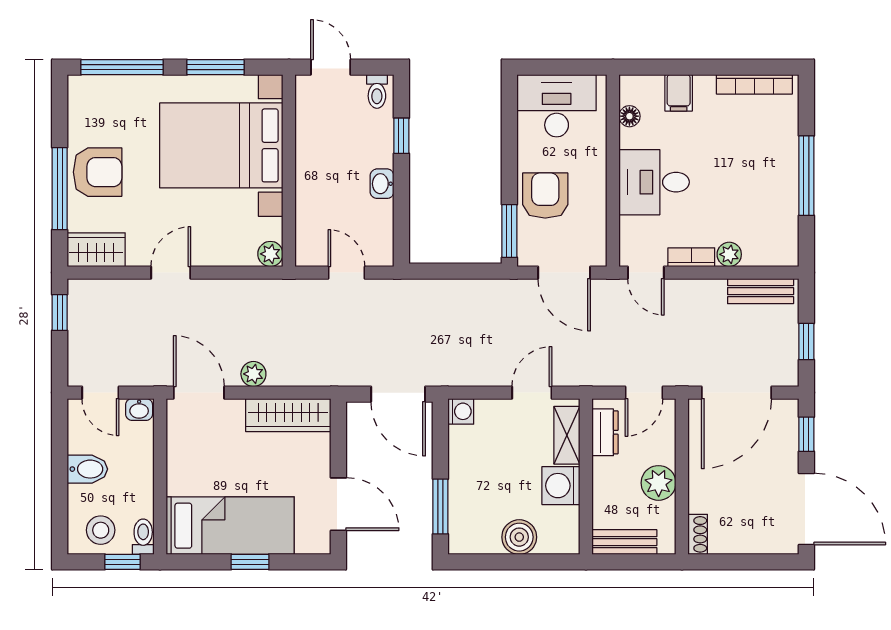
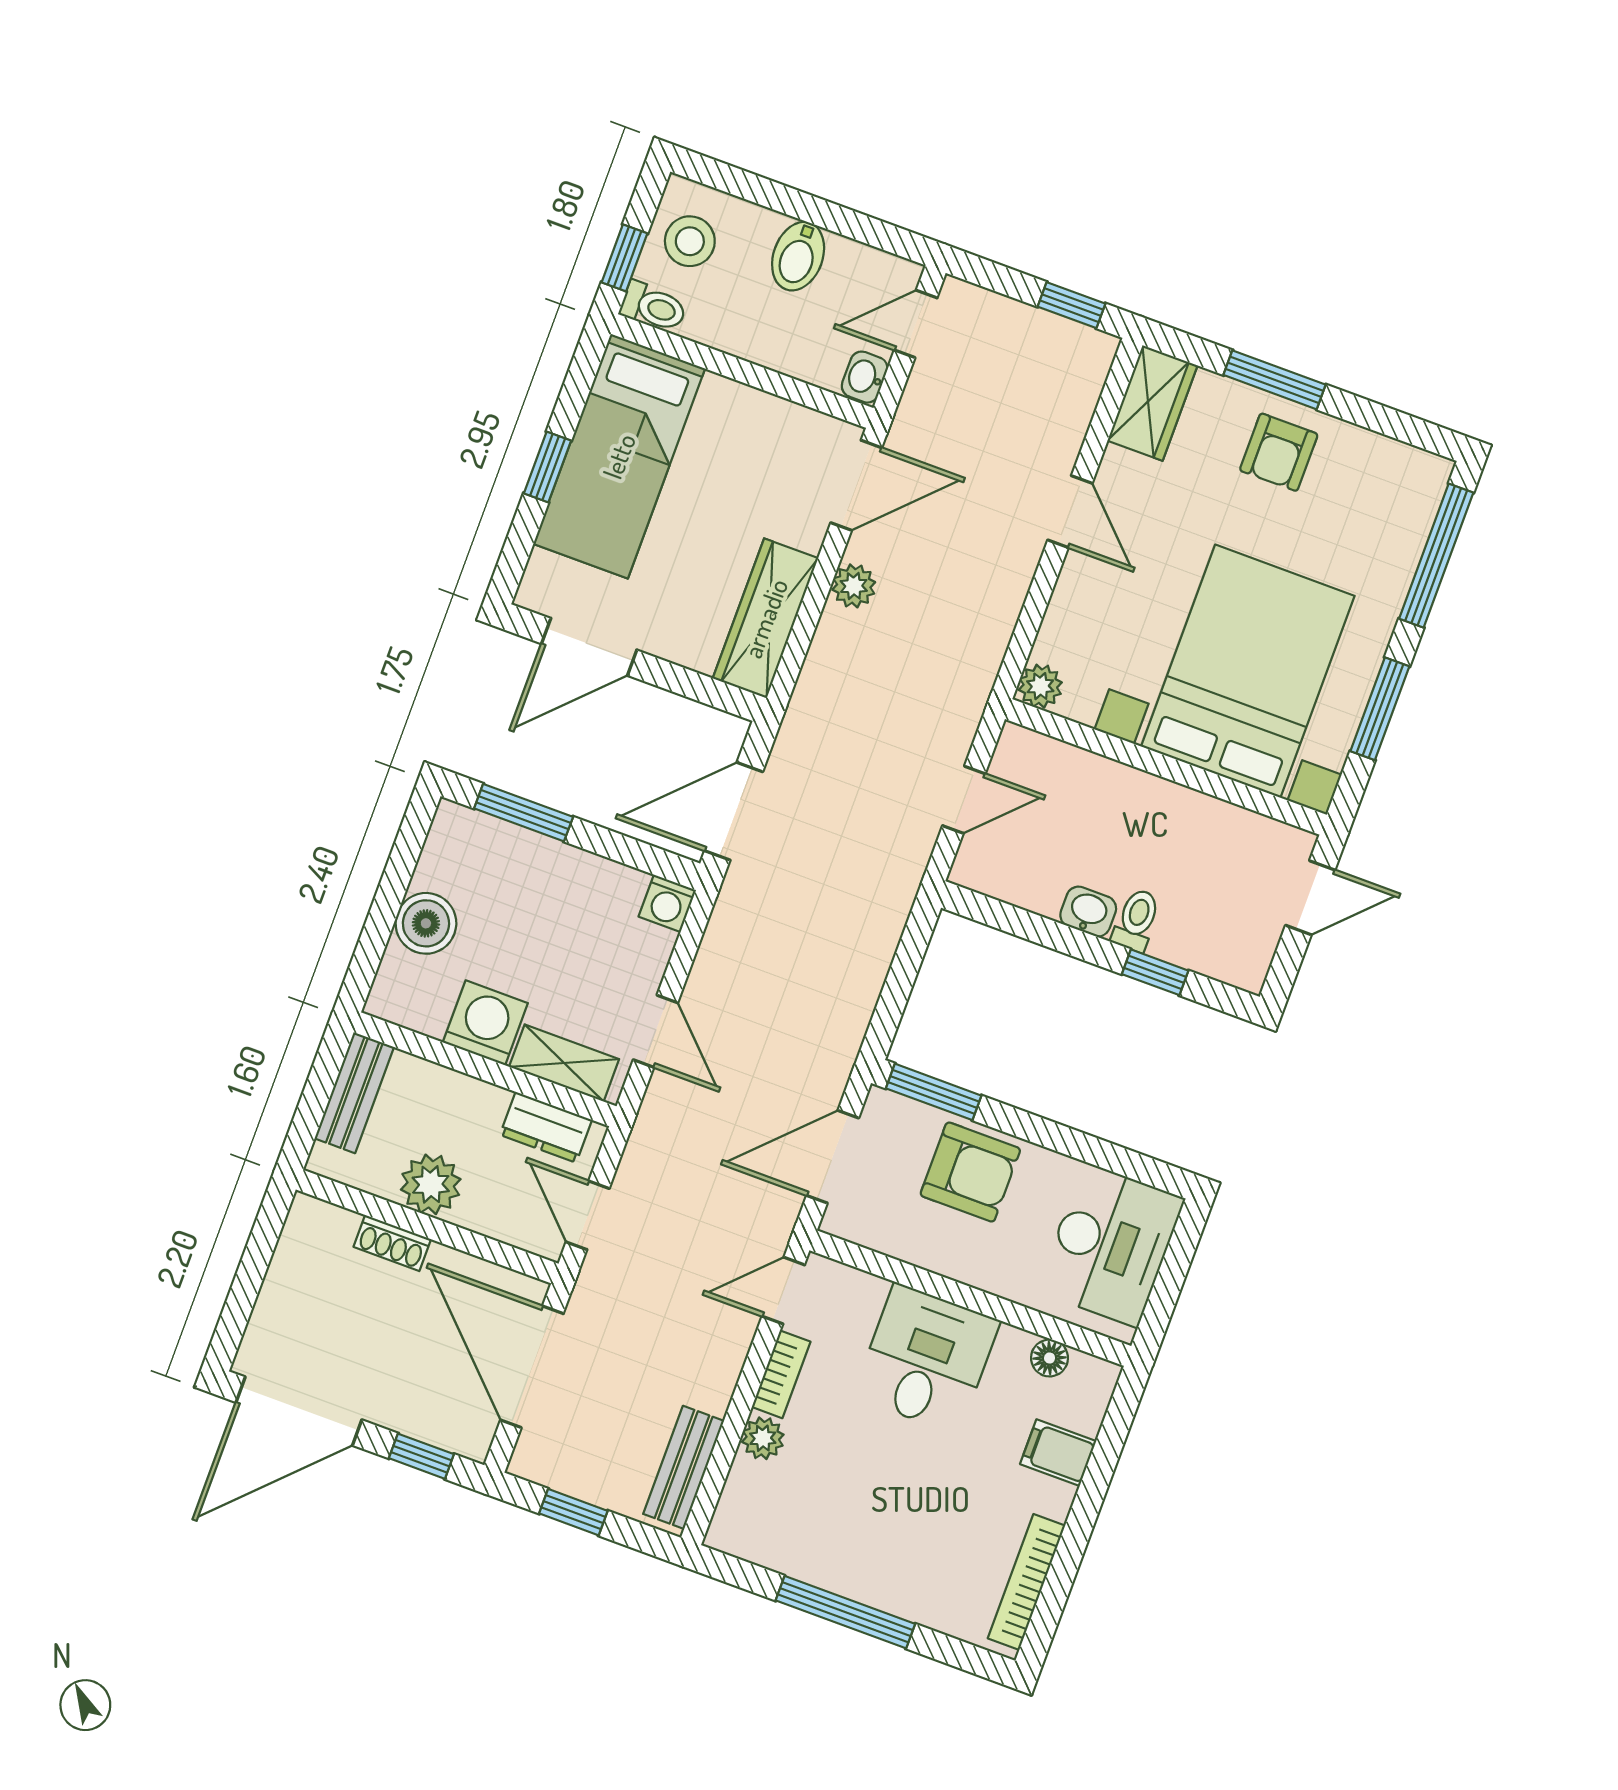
toilet: (377, 91) -> (1136, 920), moved, turned 90
armchair: (98, 172) -> (1279, 452), width x0.72, depth x0.72
window: (60, 189) -> (1275, 380), width x0.69
shoe rack: (698, 534) -> (392, 1243), moved

